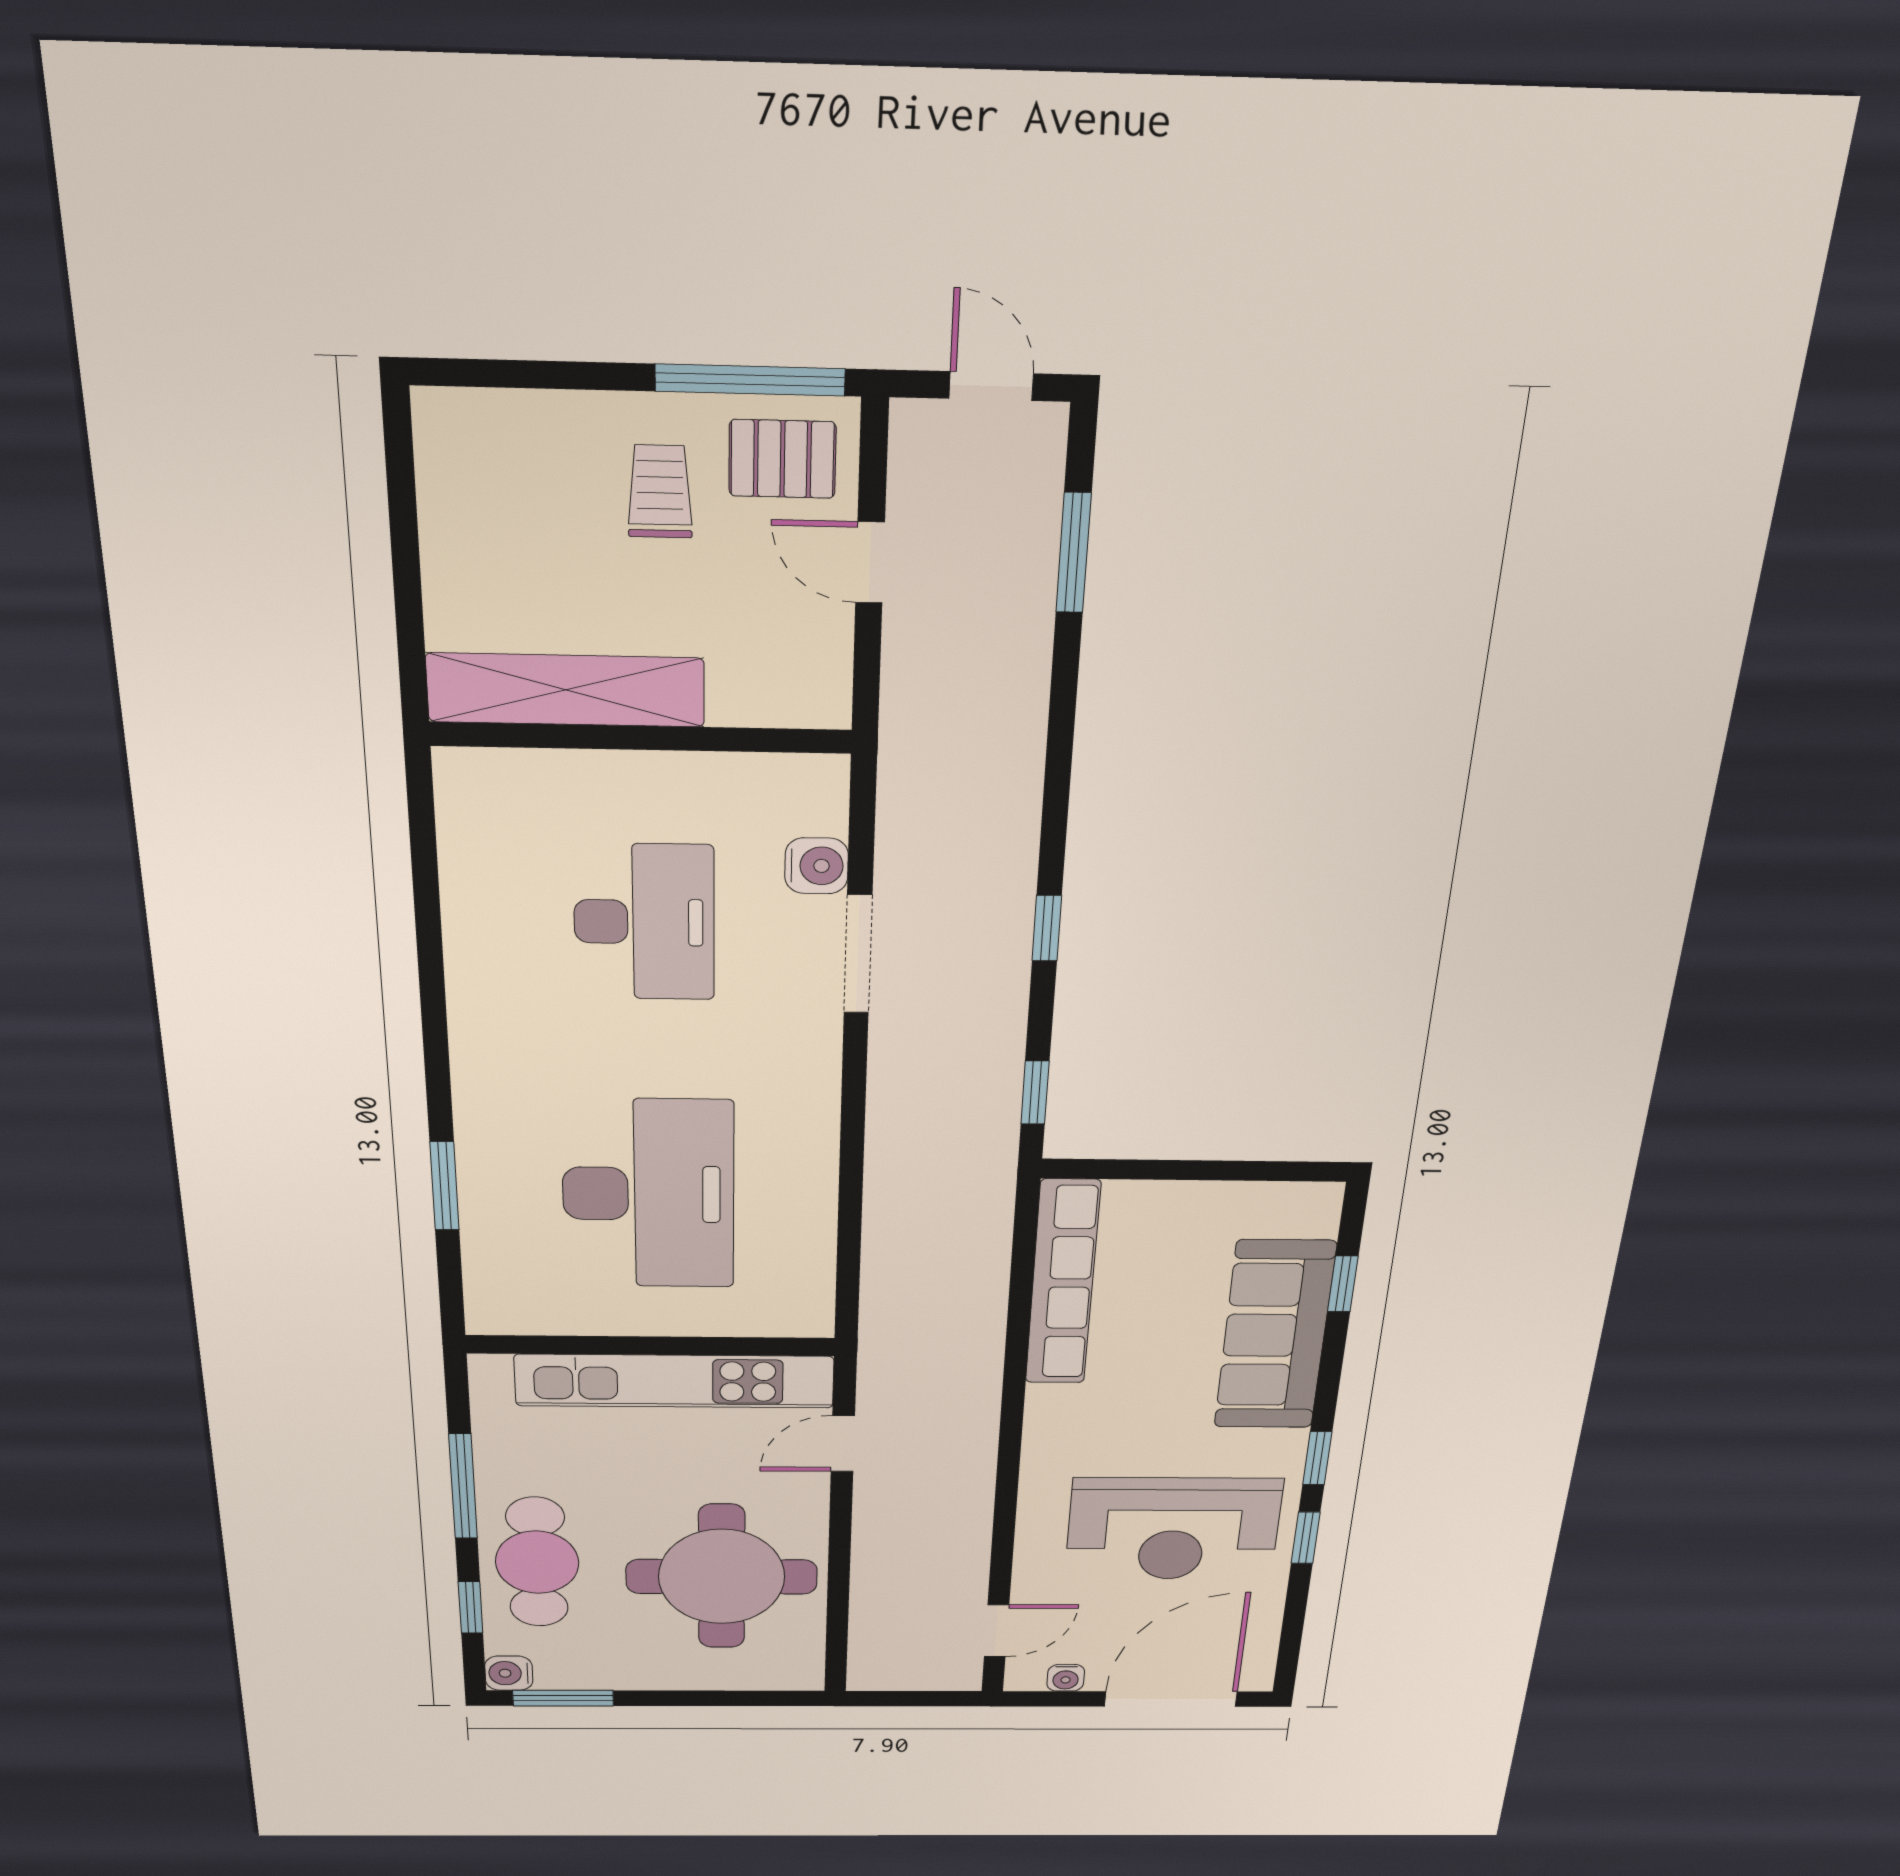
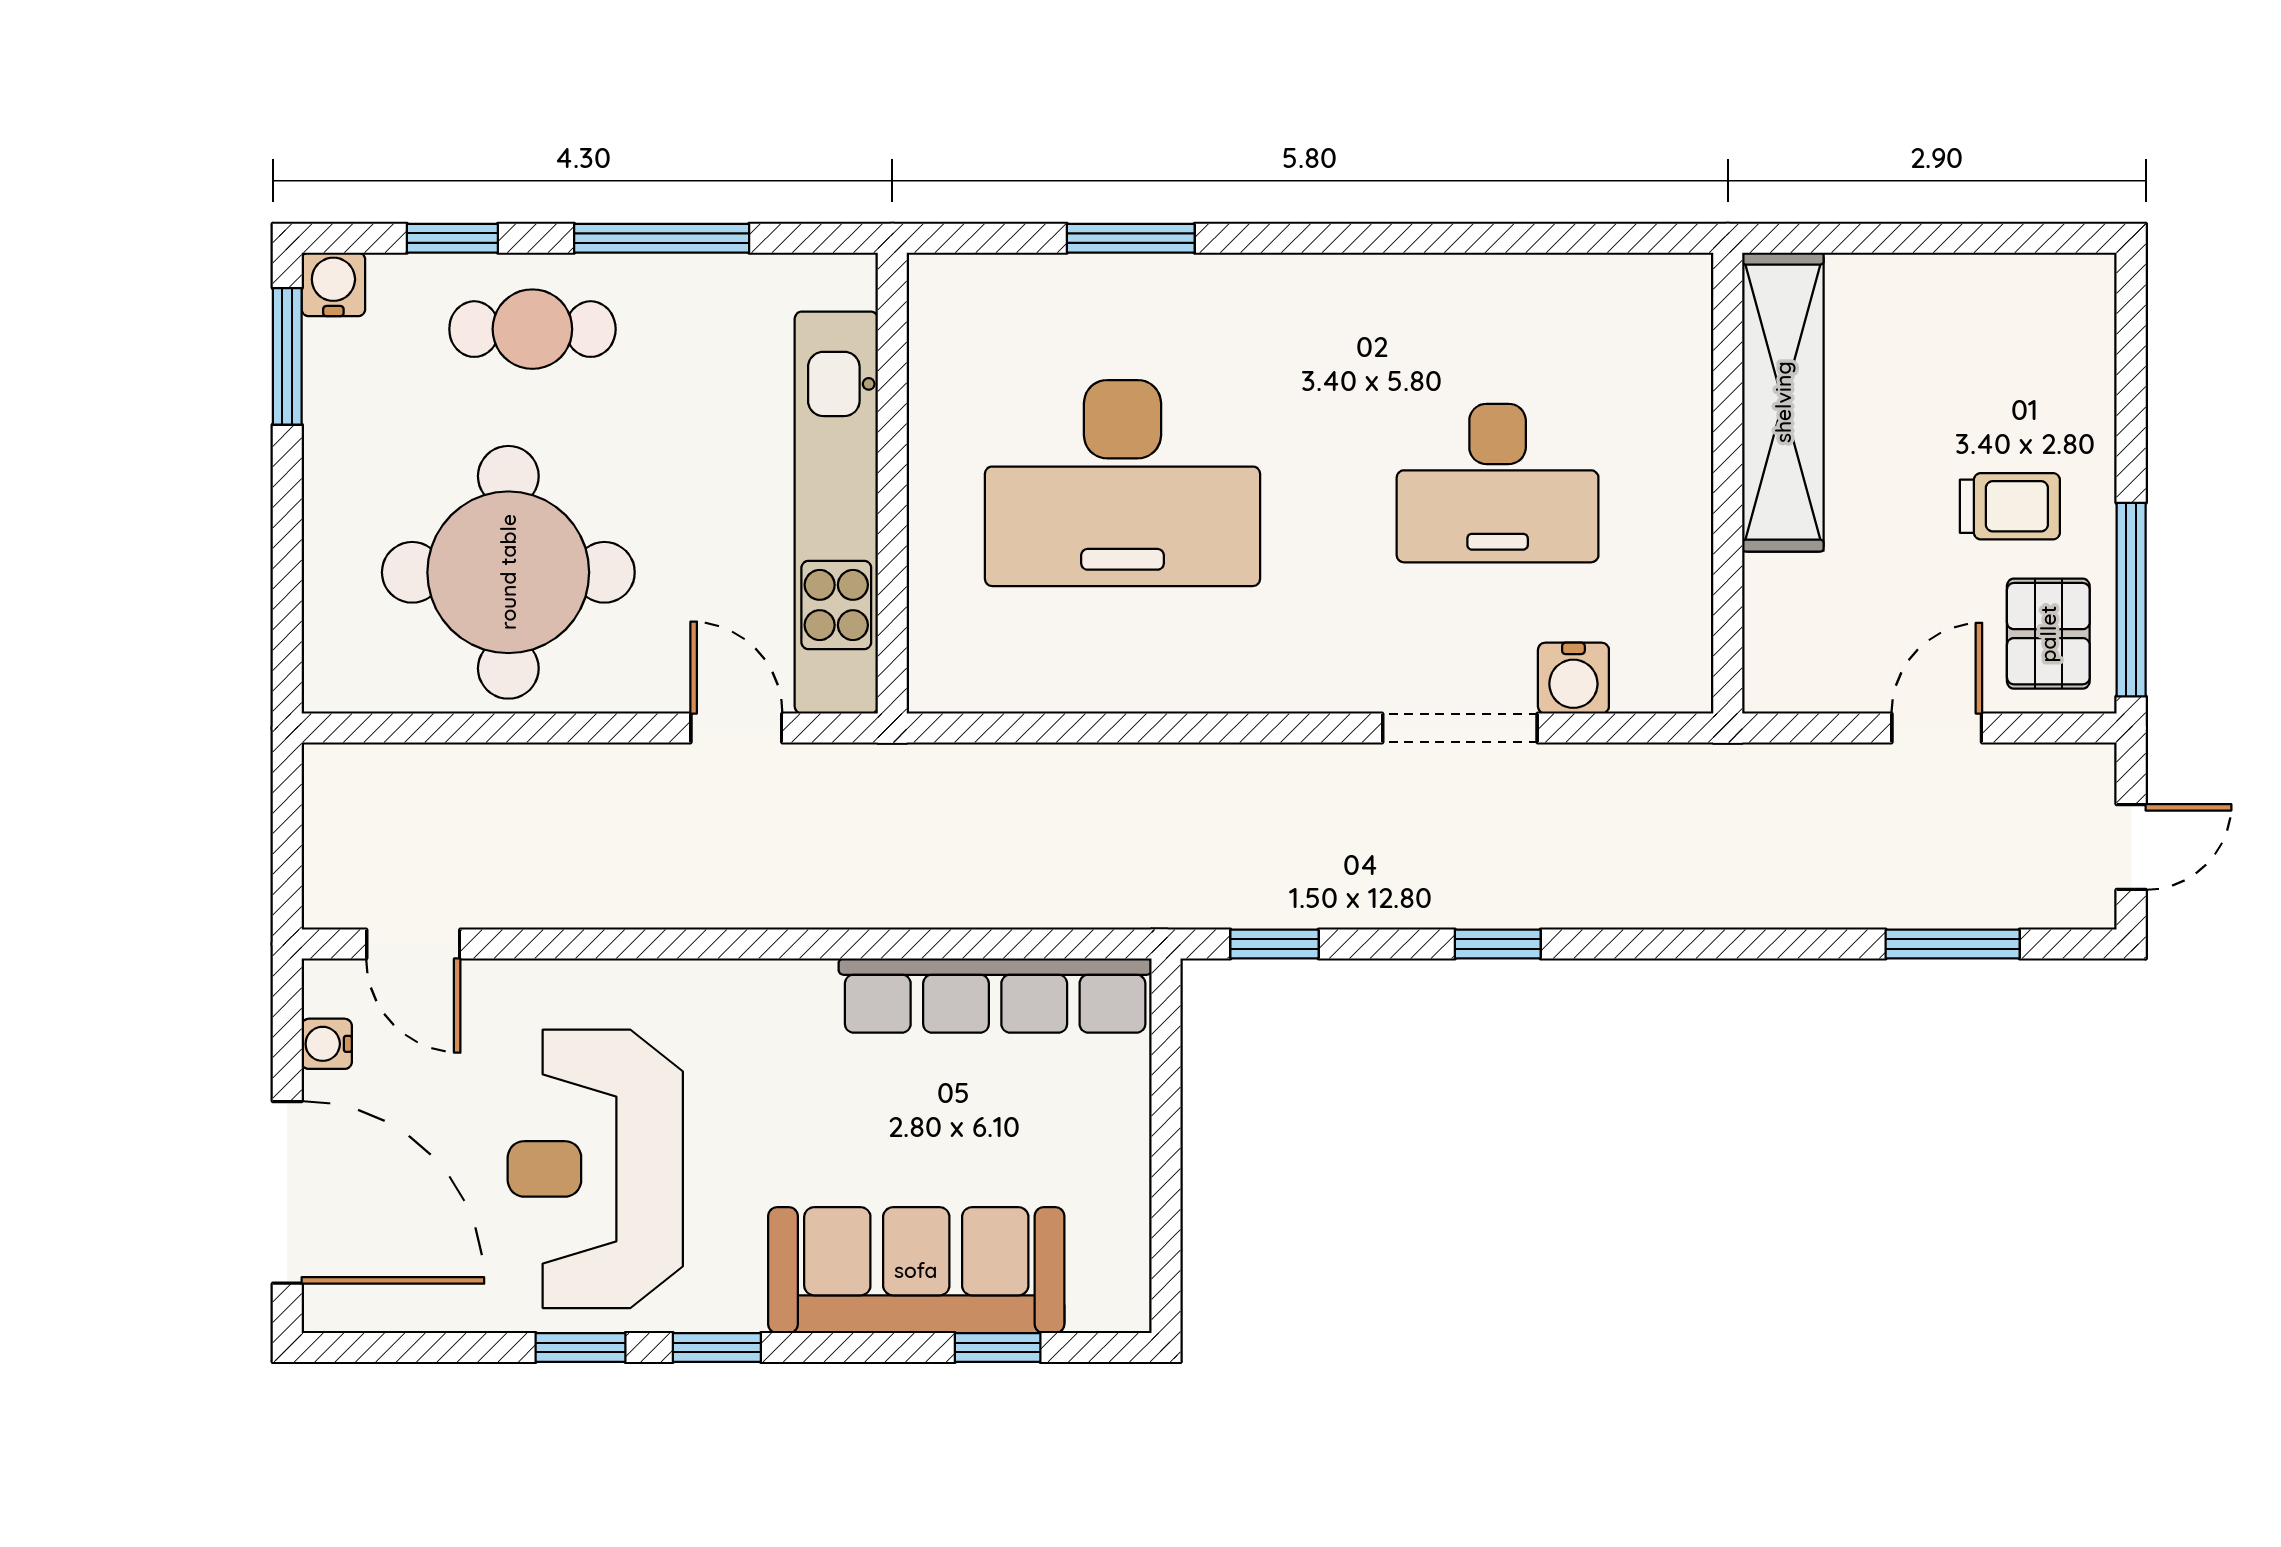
cafe table: (537, 1562) -> (532, 329), width x0.73, depth x0.74

